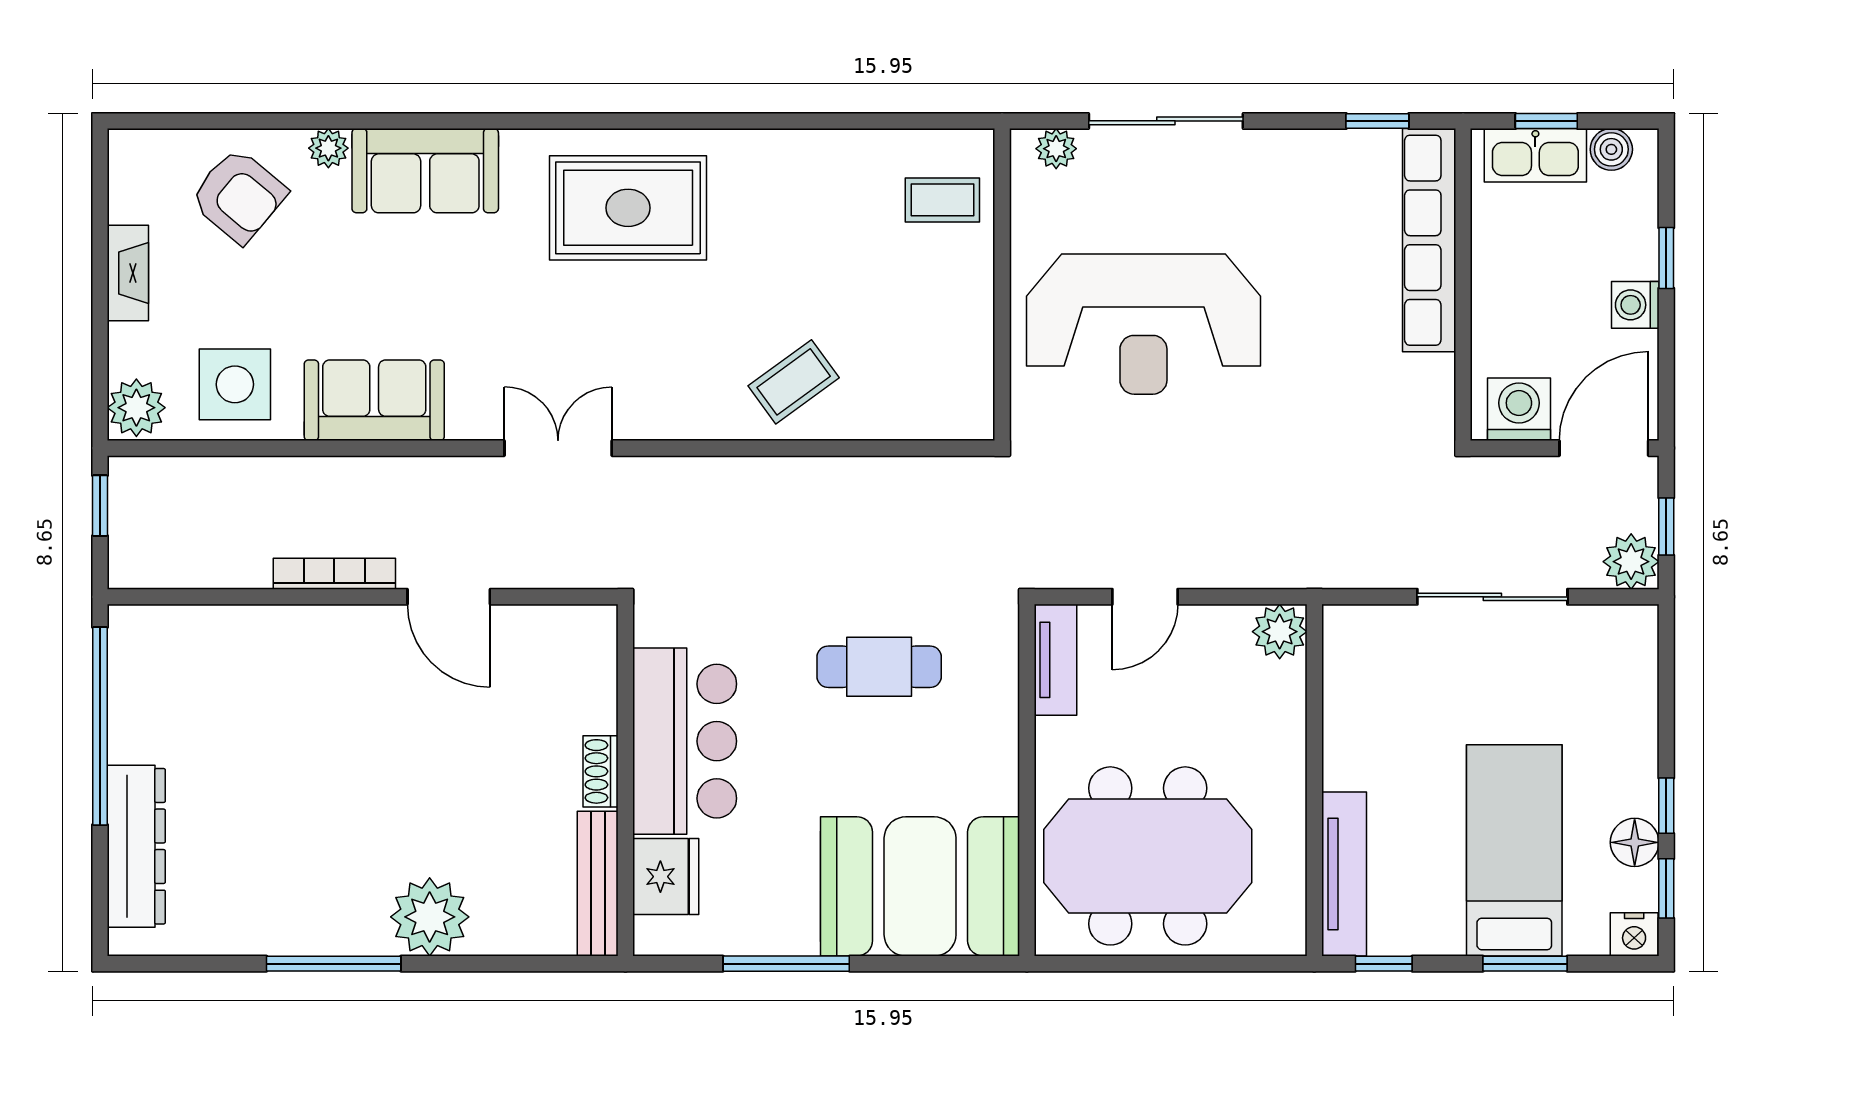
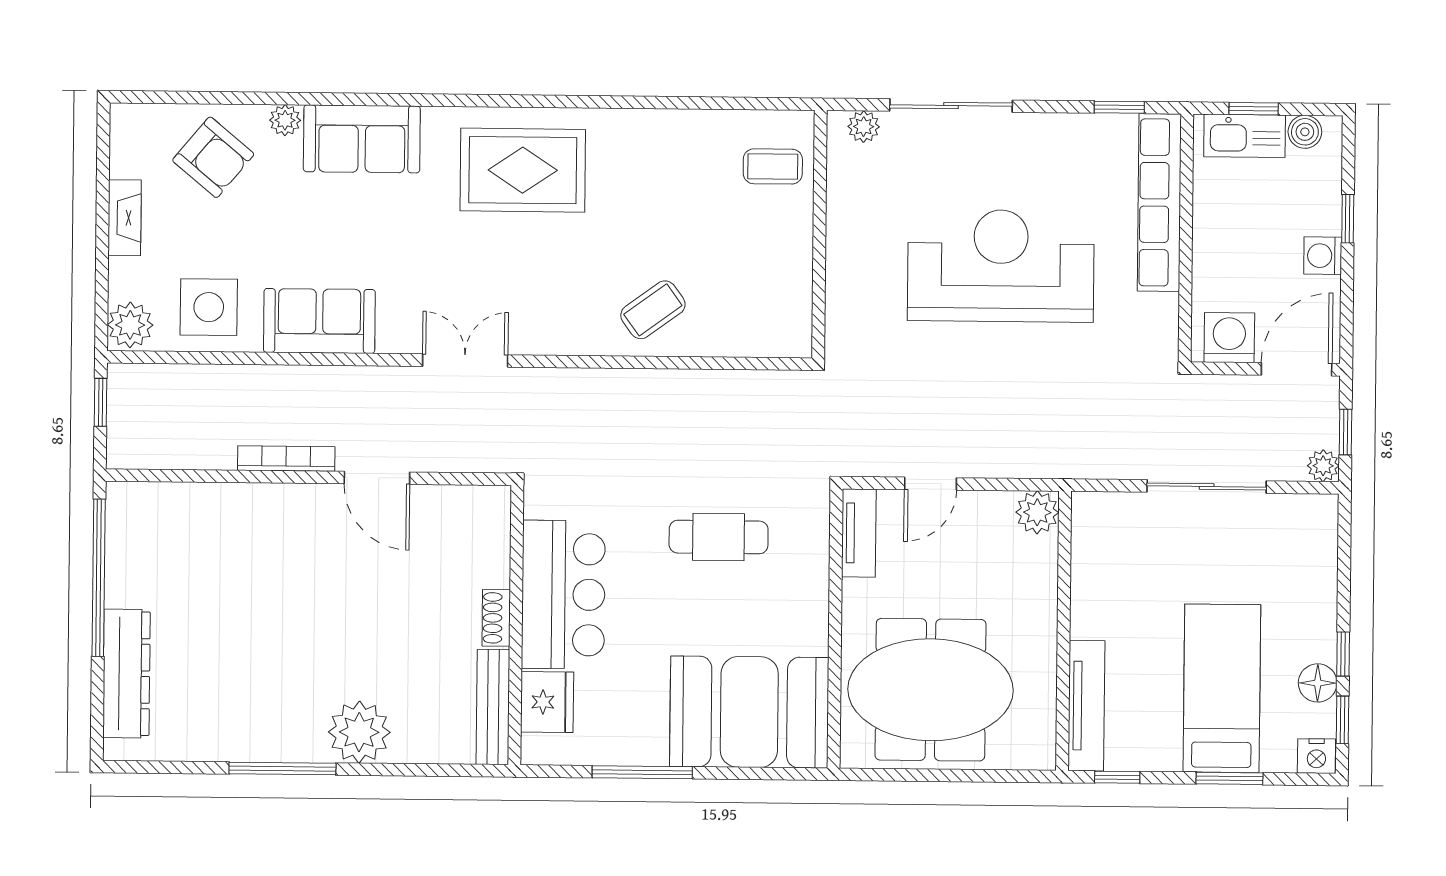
reception desk: (1143, 324) -> (1001, 266), moved, turned 180
plant: (1631, 562) -> (1323, 466), width x0.73, depth x0.73

